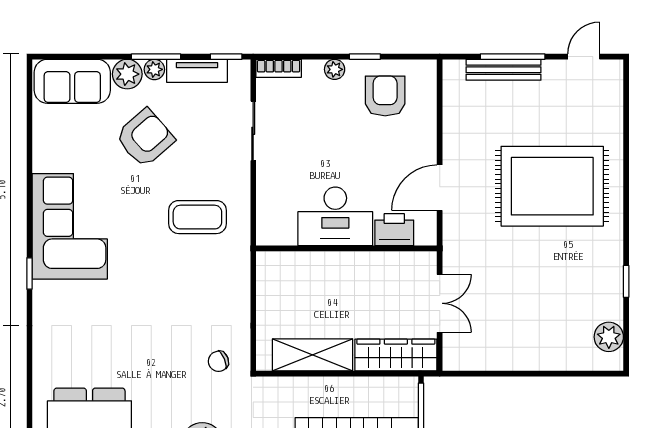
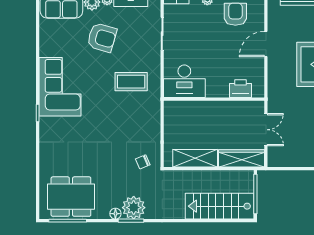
armchair: (145, 138) -> (102, 38), turned 57
door: (440, 188) -> (266, 44), moved
desk: (335, 216) -> (184, 81), moved

